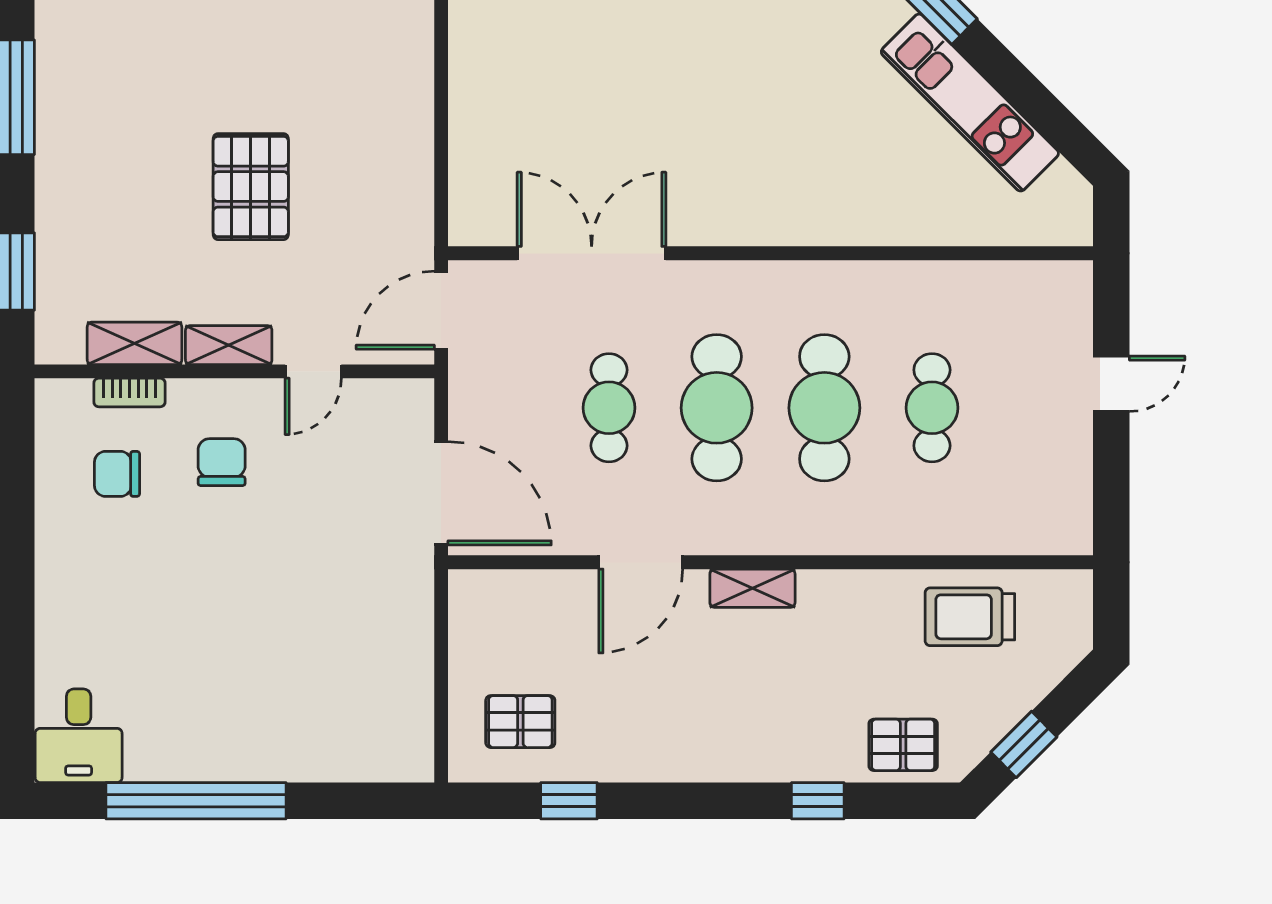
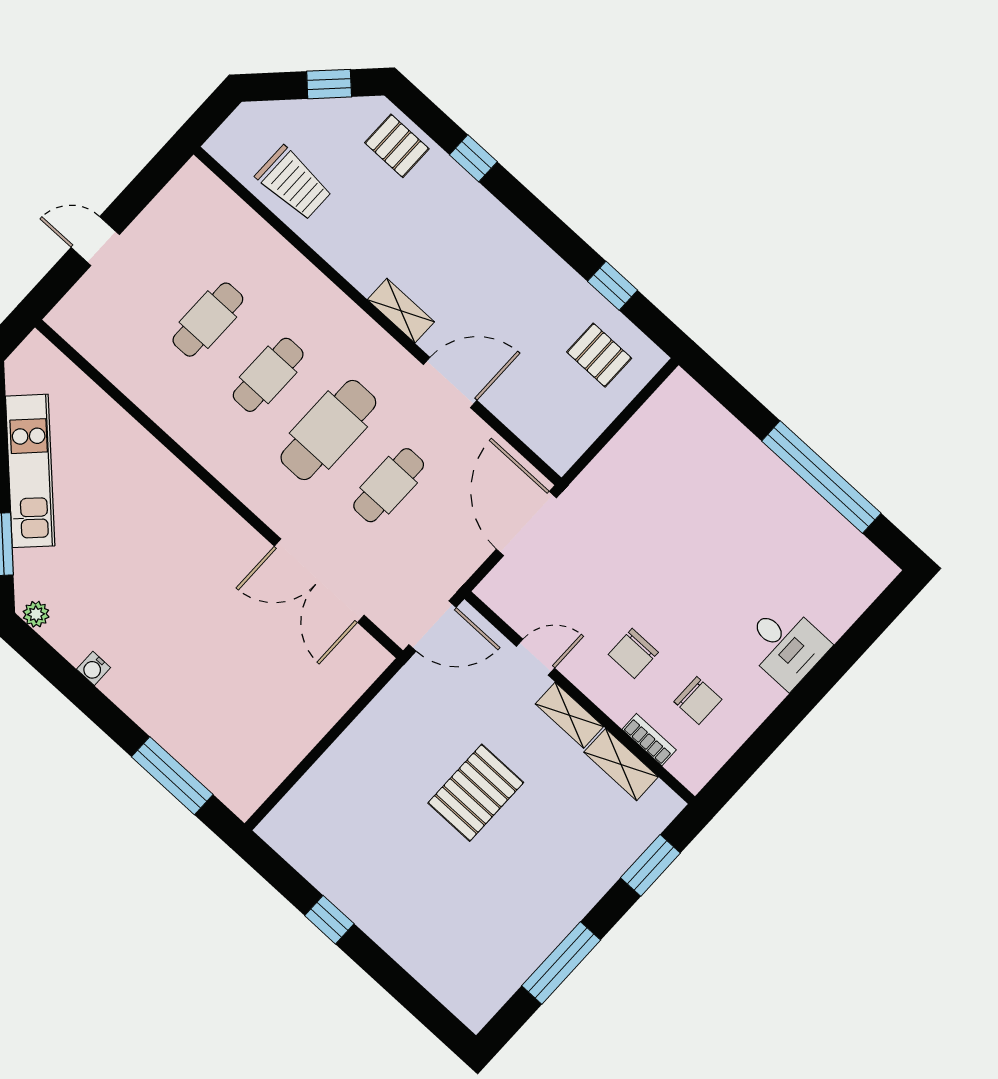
cafe table: (824, 408) -> (268, 375), width x0.73, depth x0.74
desk: (79, 736) -> (785, 645), moved, turned 90

